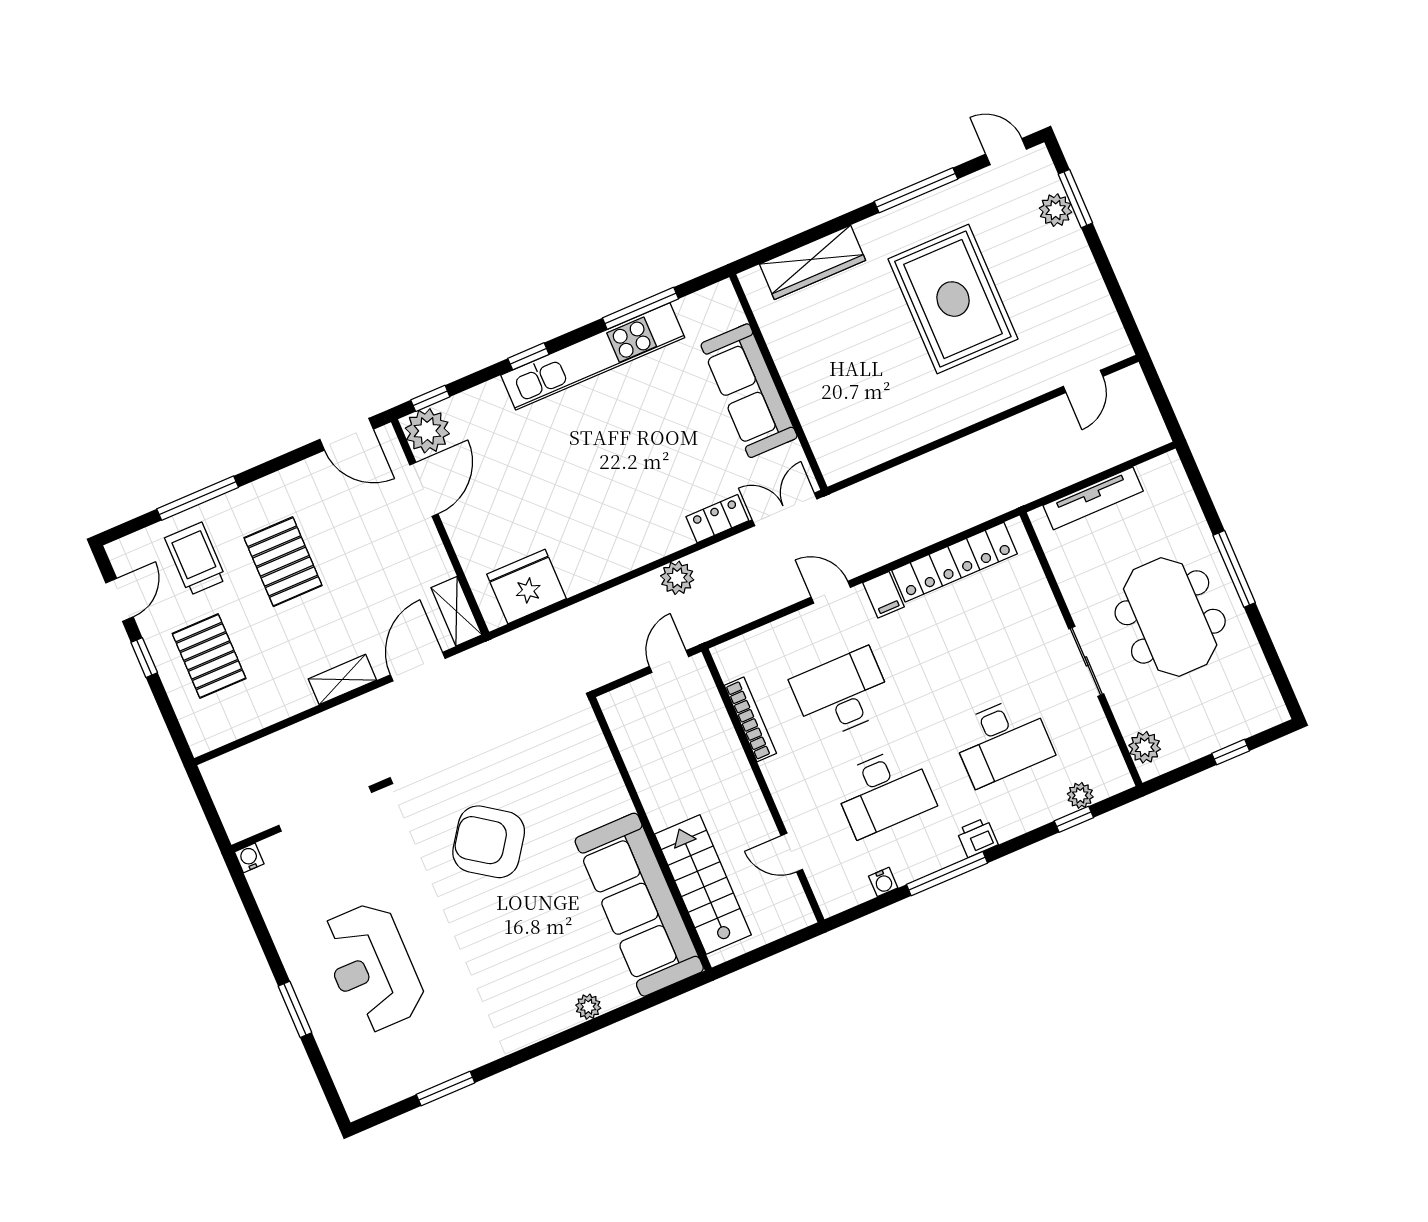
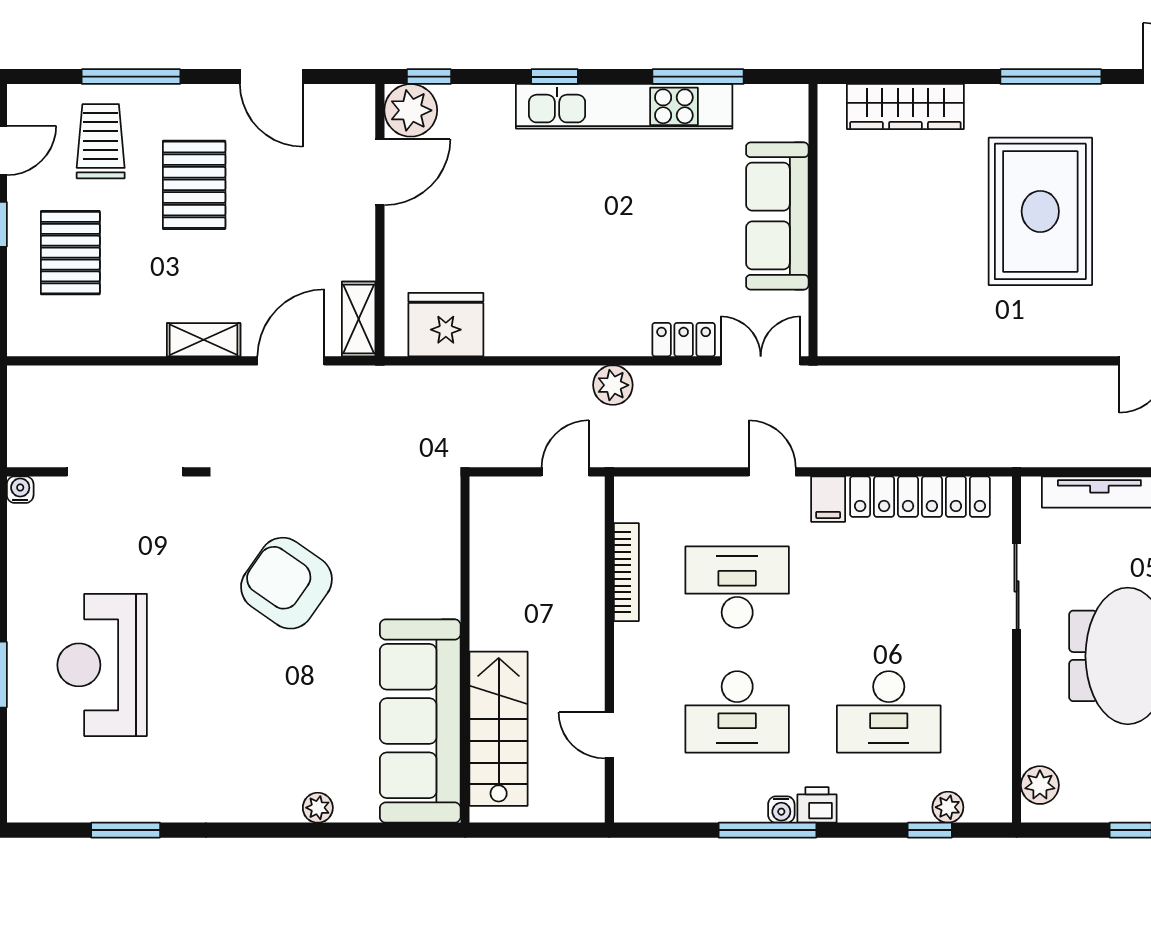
door: (347, 434) -> (271, 77), moved
sliding door: (1086, 661) -> (1017, 586), moved
water cooler: (883, 882) -> (781, 810), moved

